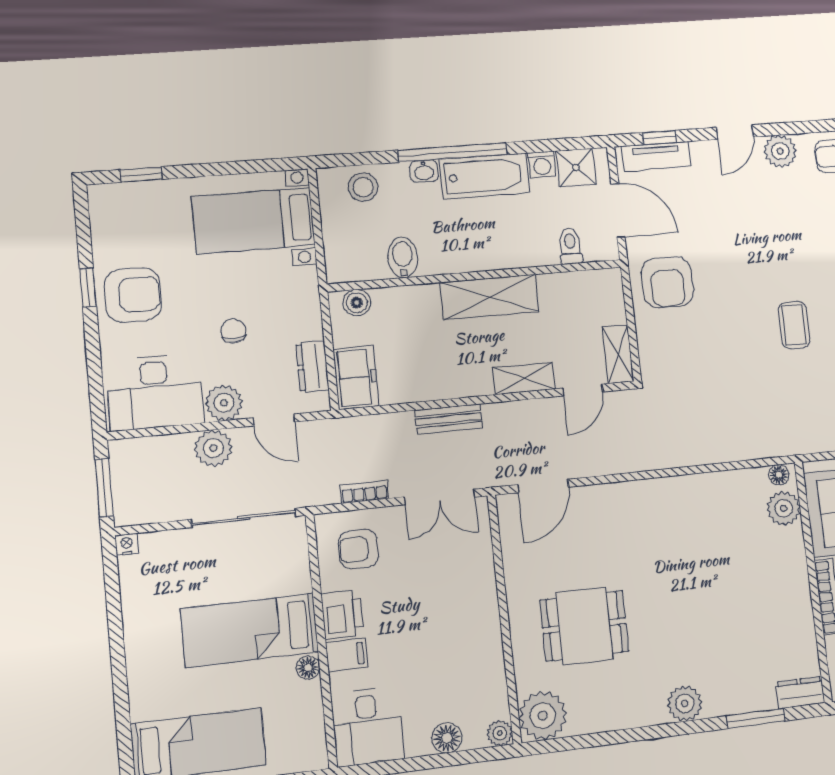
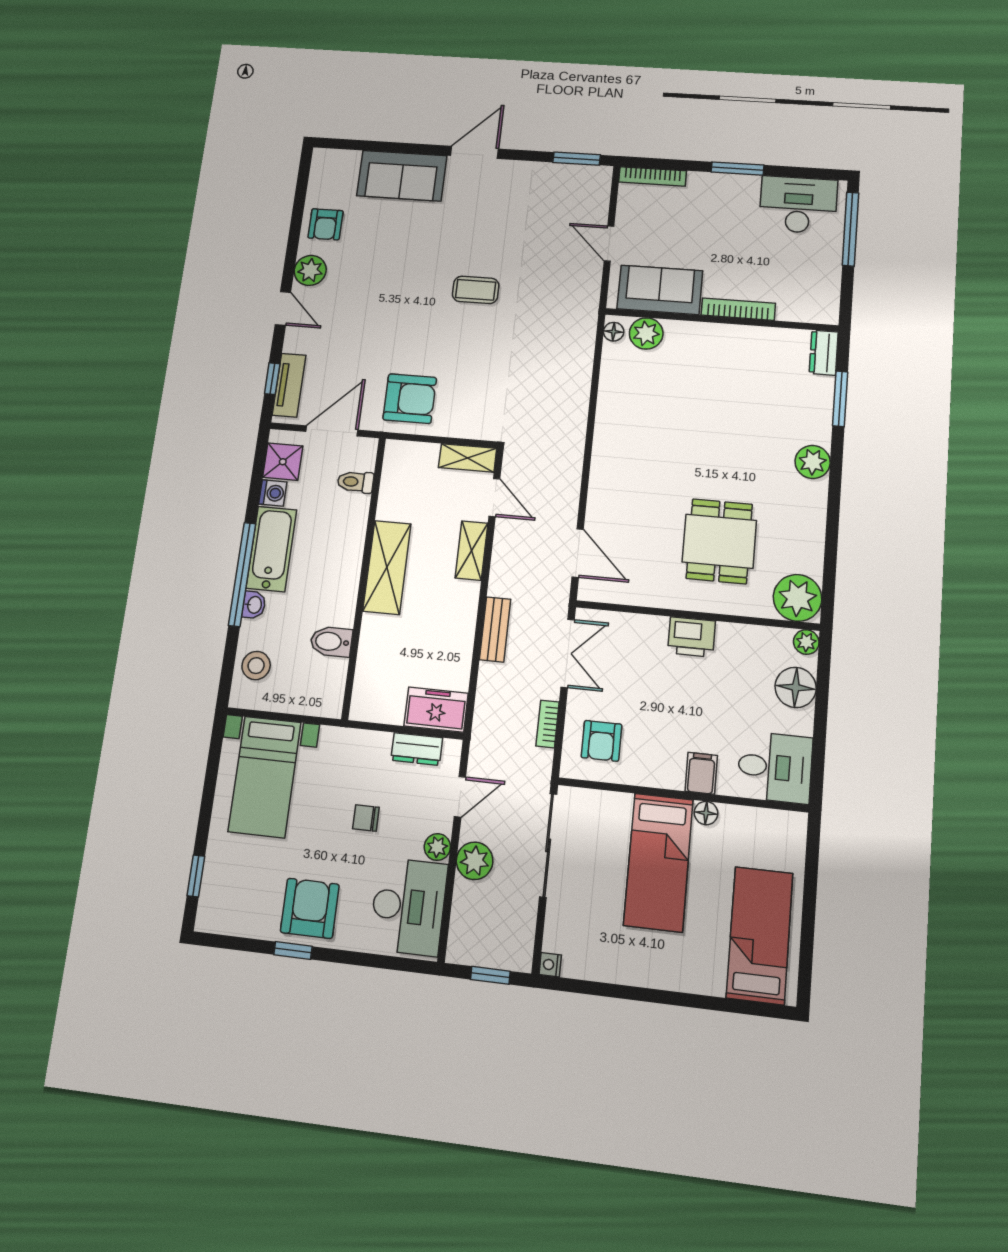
boiler: (357, 303) -> (365, 694), removed
plant: (224, 403) -> (437, 847), width x0.73, depth x0.73
window: (104, 488) -> (490, 975), width x0.67
printer: (342, 614) -> (691, 637), moved, turned 180
floor lamp: (447, 738) -> (796, 687), width x1.38, depth x1.38

